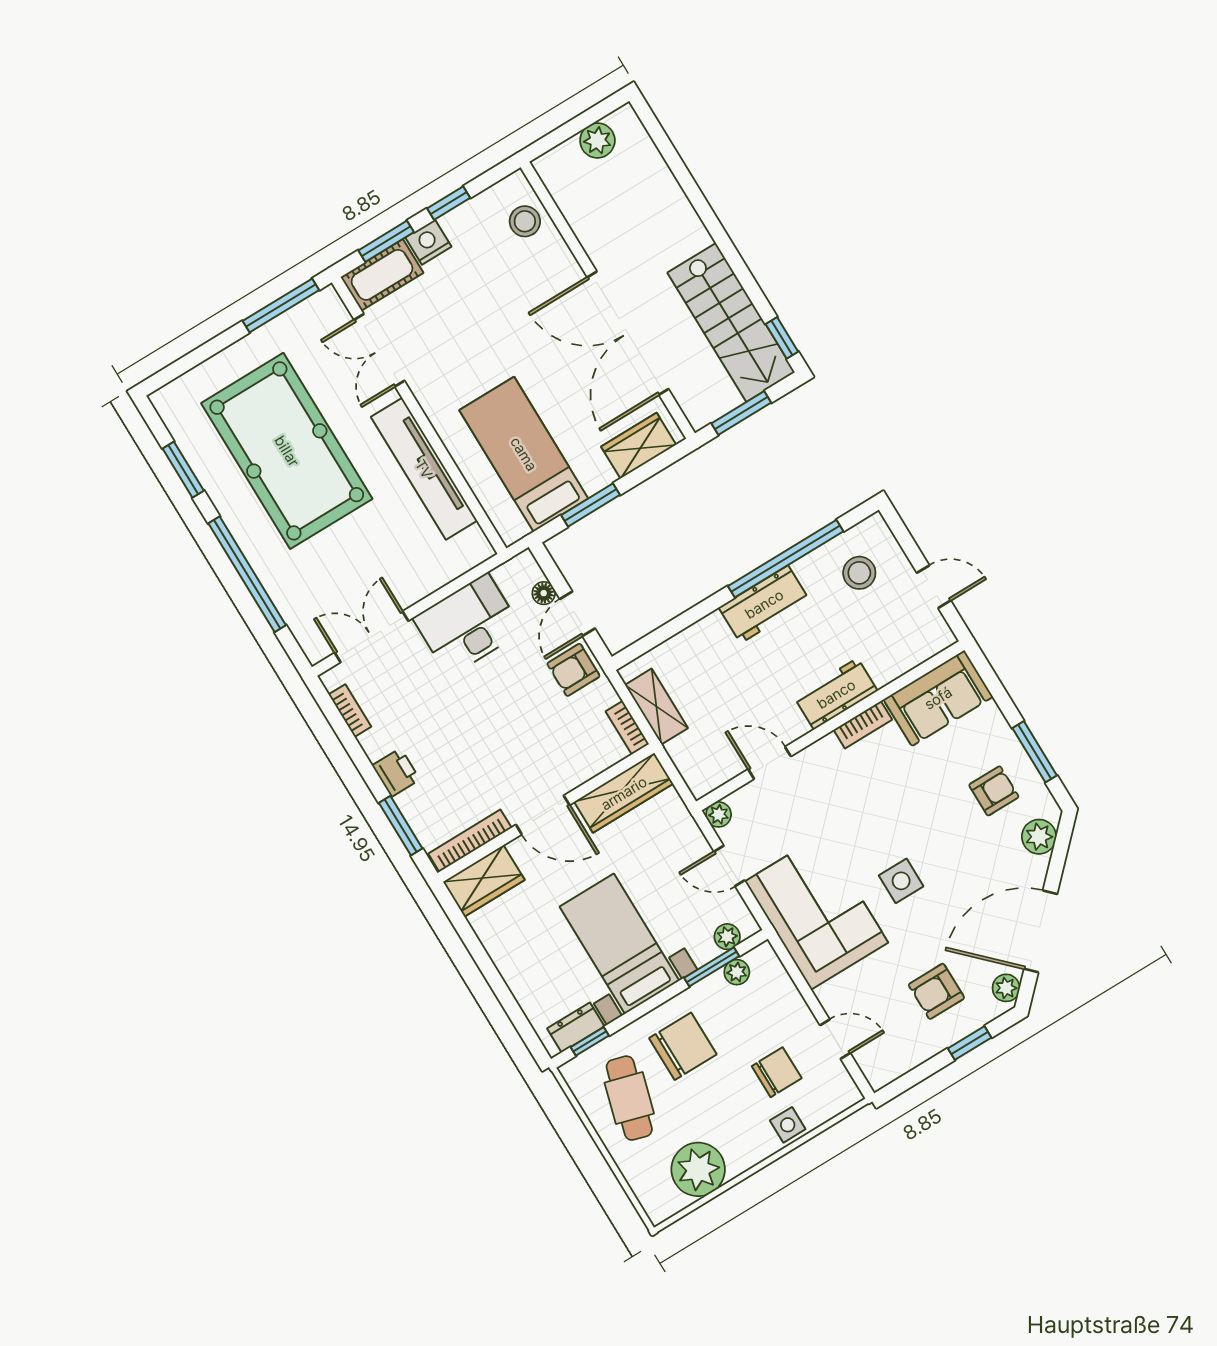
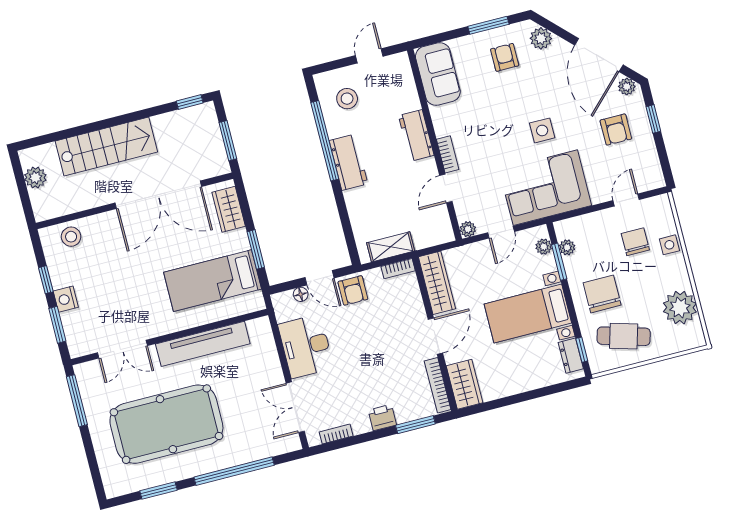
cot: (382, 275) -> (77, 333), removed
stairs: (731, 323) -> (106, 147), moved
bookcase: (863, 725) -> (448, 154), moved

